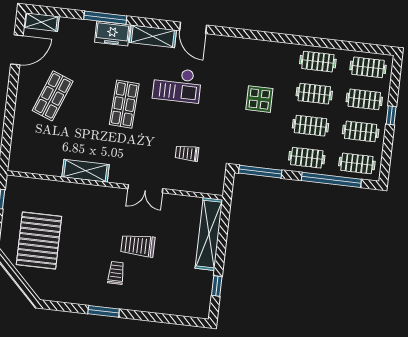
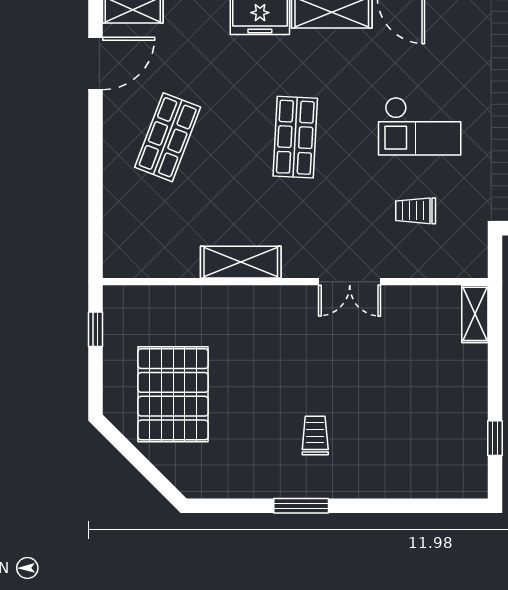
checkout: (177, 85) -> (420, 126), moved
shelving: (209, 234) -> (475, 314), width x0.45, depth x0.75
trolley: (138, 246) -> (348, 383), removed

